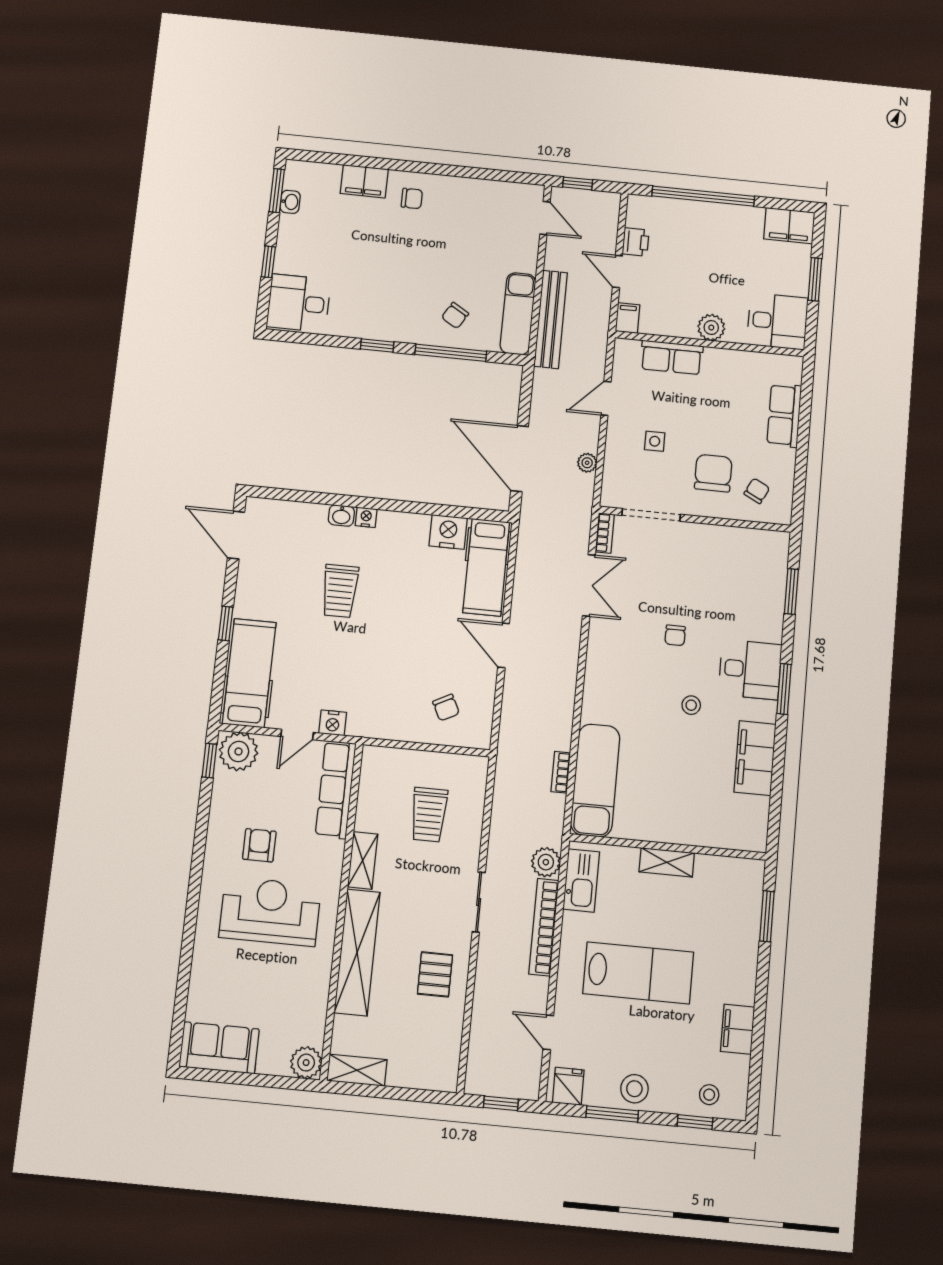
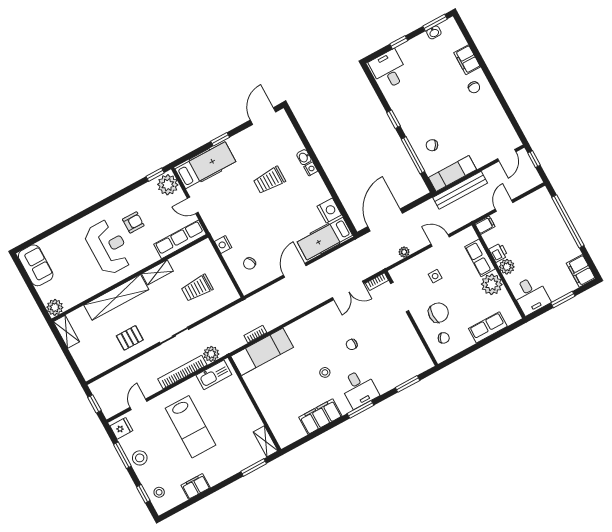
printer: (636, 242) -> (498, 253), moved, turned -90
plant: (723, 367) -> (492, 284), added
nightstand: (333, 723) -> (223, 244), moved
shelving: (667, 862) -> (266, 441), moved

